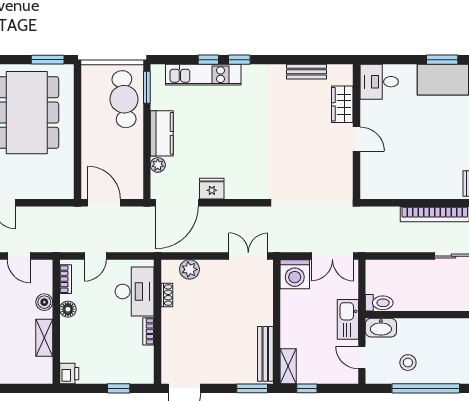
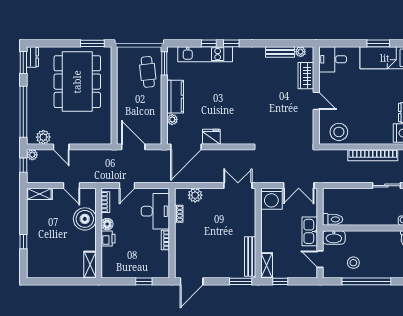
plant: (335, 71) -> (301, 52), added
cafe table: (124, 99) -> (148, 72), width x0.73, depth x0.74
stool: (388, 182) -> (339, 132), added
boiler: (44, 302) -> (85, 219), width x1.86, depth x1.86
shelving: (44, 338) -> (90, 265), moved
printer: (69, 374) -> (108, 239), moved

